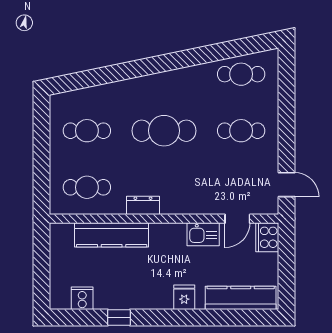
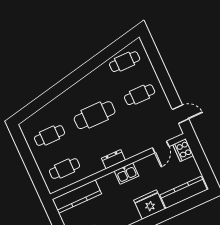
dresser: (143, 205) -> (113, 159), moved
kitchen sink: (203, 234) -> (126, 173), moved
kitchen counter: (112, 235) -> (77, 197), moved
fridge: (184, 297) -> (149, 205), width x1.88, depth x1.34

